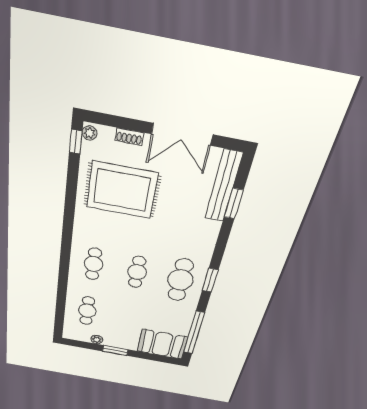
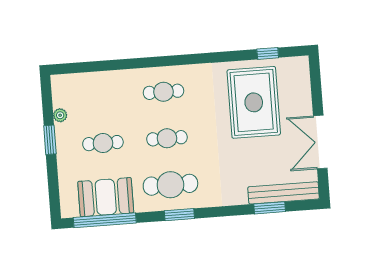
plant: (90, 133) -> (300, 63), removed
shoe rack: (129, 137) -> (306, 98), removed
window: (76, 142) -> (268, 53), moved
cafe table: (87, 311) -> (103, 143), moved
booth: (162, 344) -> (106, 197), moved, turned 90

